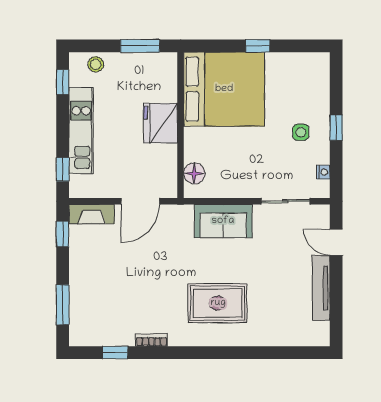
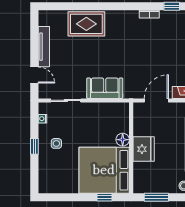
window: (258, 46) -> (105, 197), moved
floor lamp: (194, 173) -> (123, 140), moved
rug: (218, 303) -> (86, 24), moved

